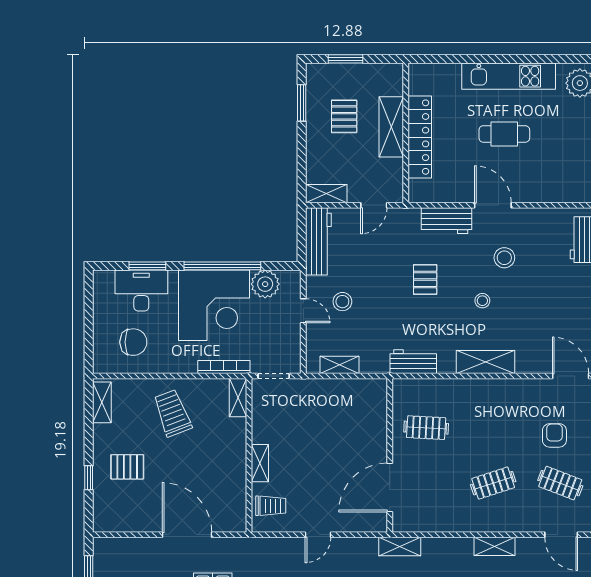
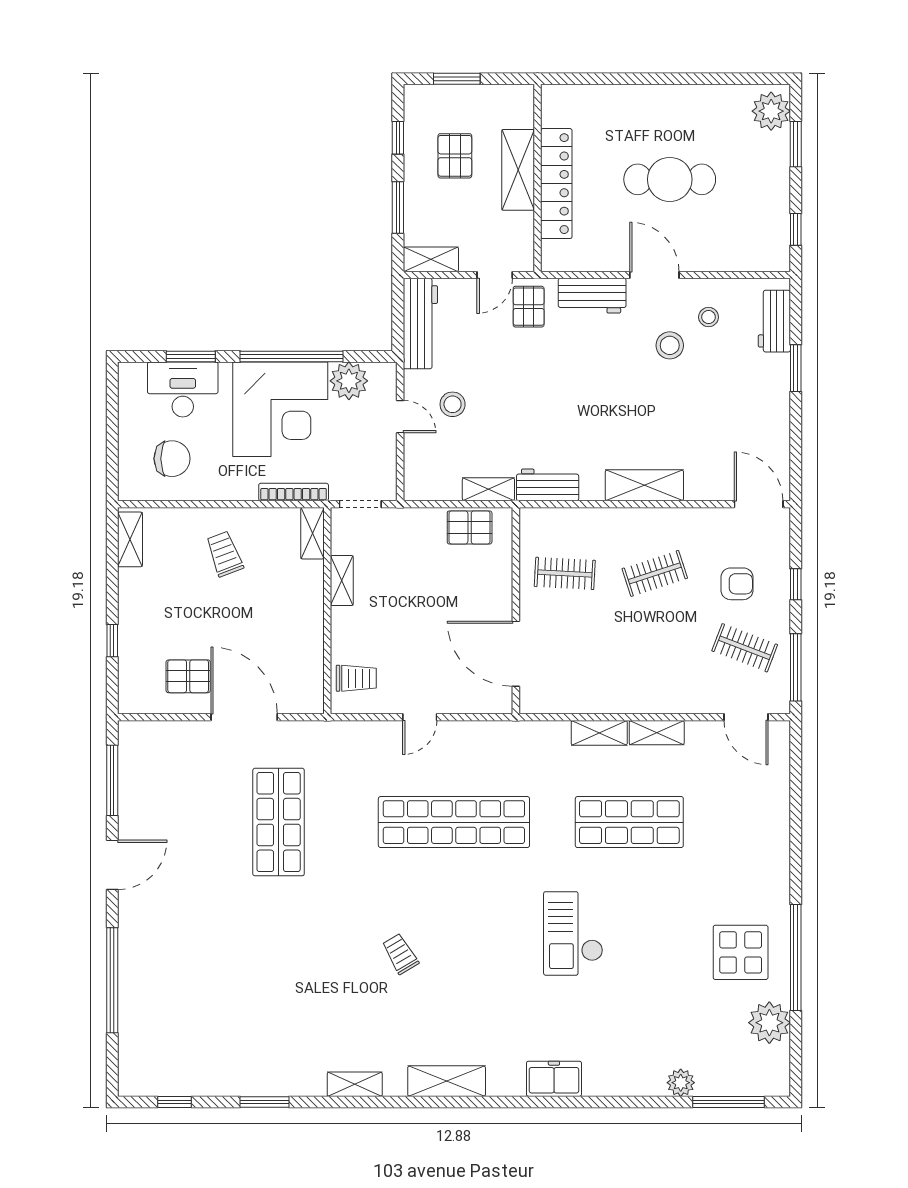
kitchen unit: (509, 76) -> (676, 102), removed
window: (302, 103) -> (398, 138), width x0.67
cafe table: (504, 134) -> (670, 179), width x1.37, depth x1.35
window: (302, 155) -> (398, 208), added
pallet: (425, 280) -> (529, 307), moved
stool: (482, 301) -> (709, 317), moved
shelving: (340, 365) -> (488, 489), moved
pallet: (355, 393) -> (470, 527), added
trolley: (172, 413) -> (225, 554), width x0.73, depth x0.72
armchair: (554, 435) -> (737, 584), turned 90
shelving: (260, 463) -> (342, 581), moved
pallet: (127, 467) -> (188, 676), moved
clothes rail: (493, 483) -> (655, 573), moved
door: (390, 488) -> (516, 654), hinge flipped
shelving: (400, 547) -> (599, 733), moved

